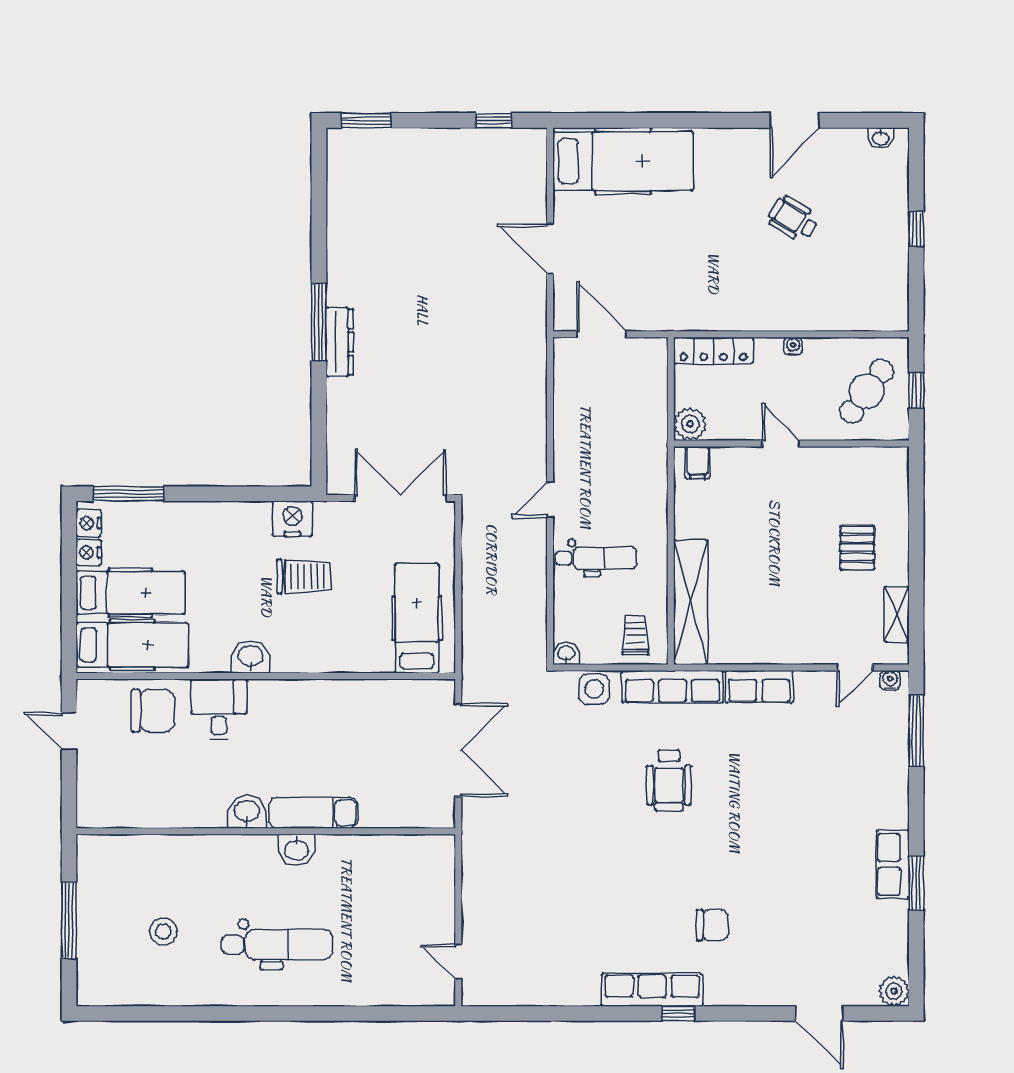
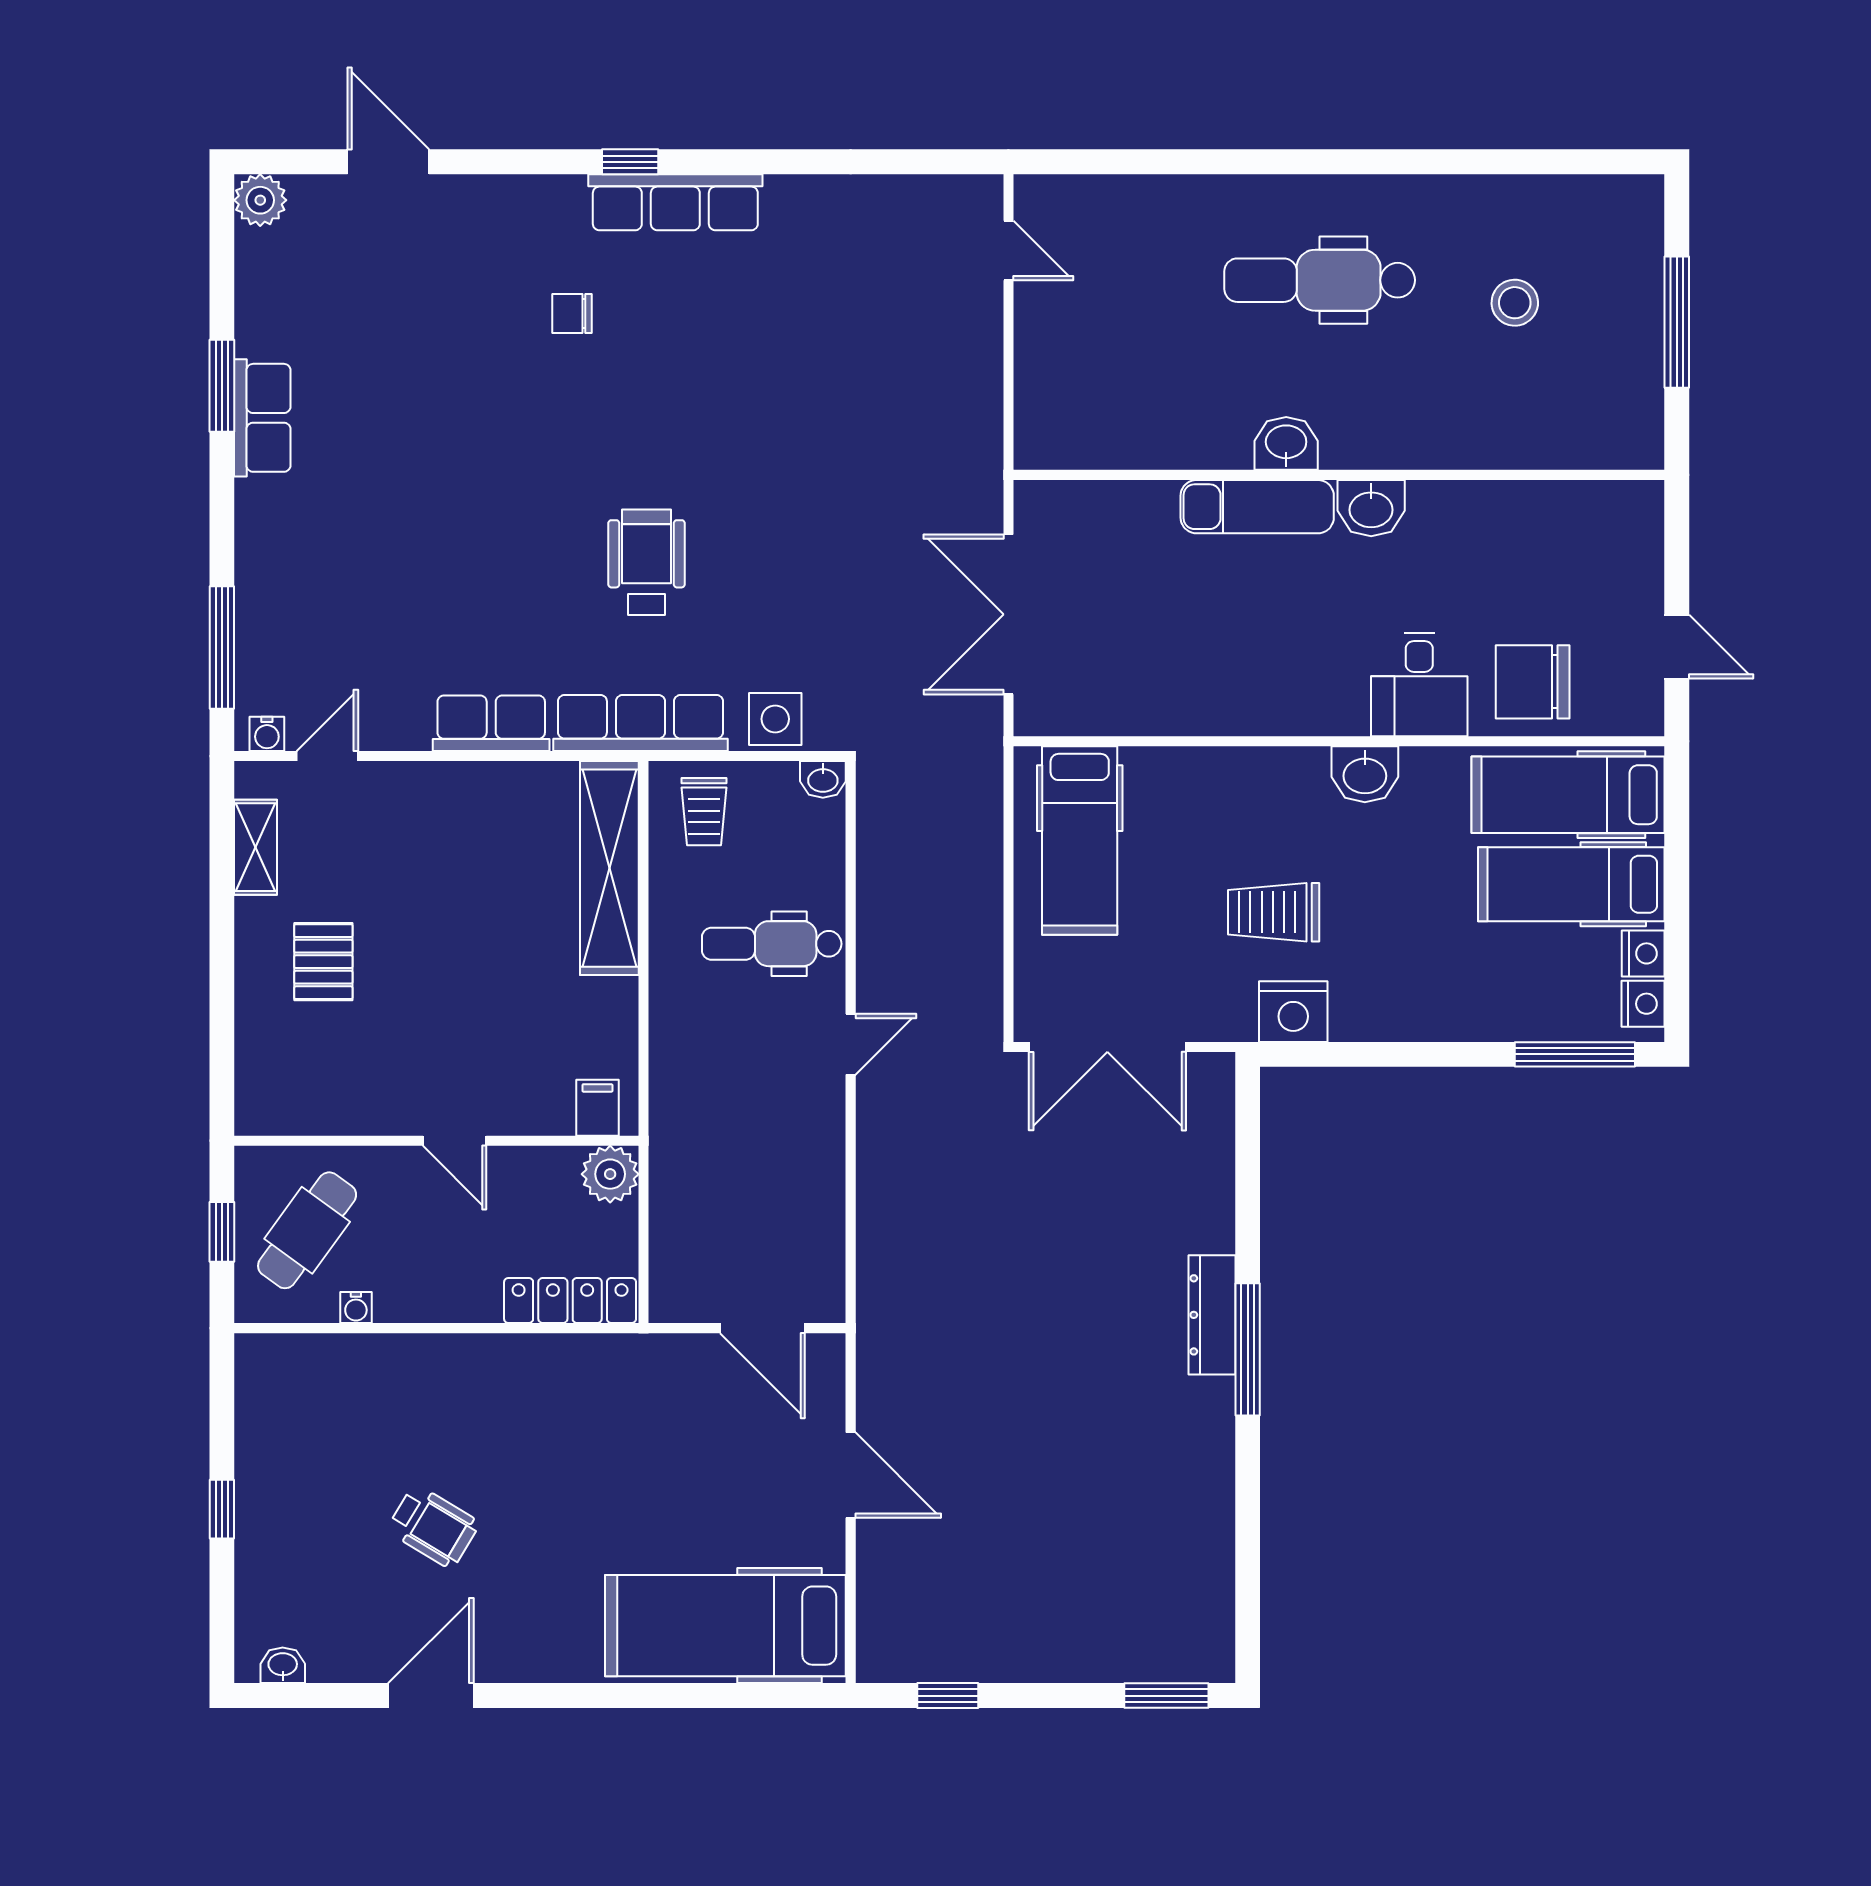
water cooler: (793, 346) -> (356, 1308), moved
chair: (712, 925) -> (572, 314), width x0.73, depth x0.73

